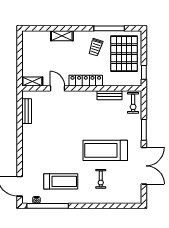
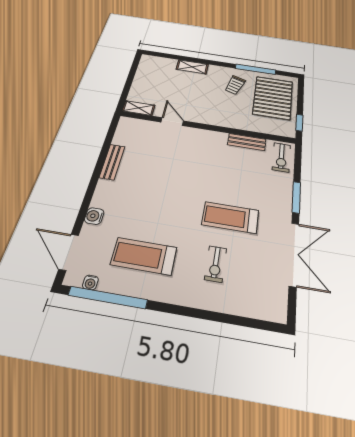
locker: (86, 81) -> (215, 119), removed
bench: (27, 111) -> (112, 162), moved
treadmill: (105, 150) -> (230, 217), width x0.73, depth x0.73
water cooler: (27, 163) -> (94, 216), added
treadmill: (61, 181) -> (144, 256), turned 180

